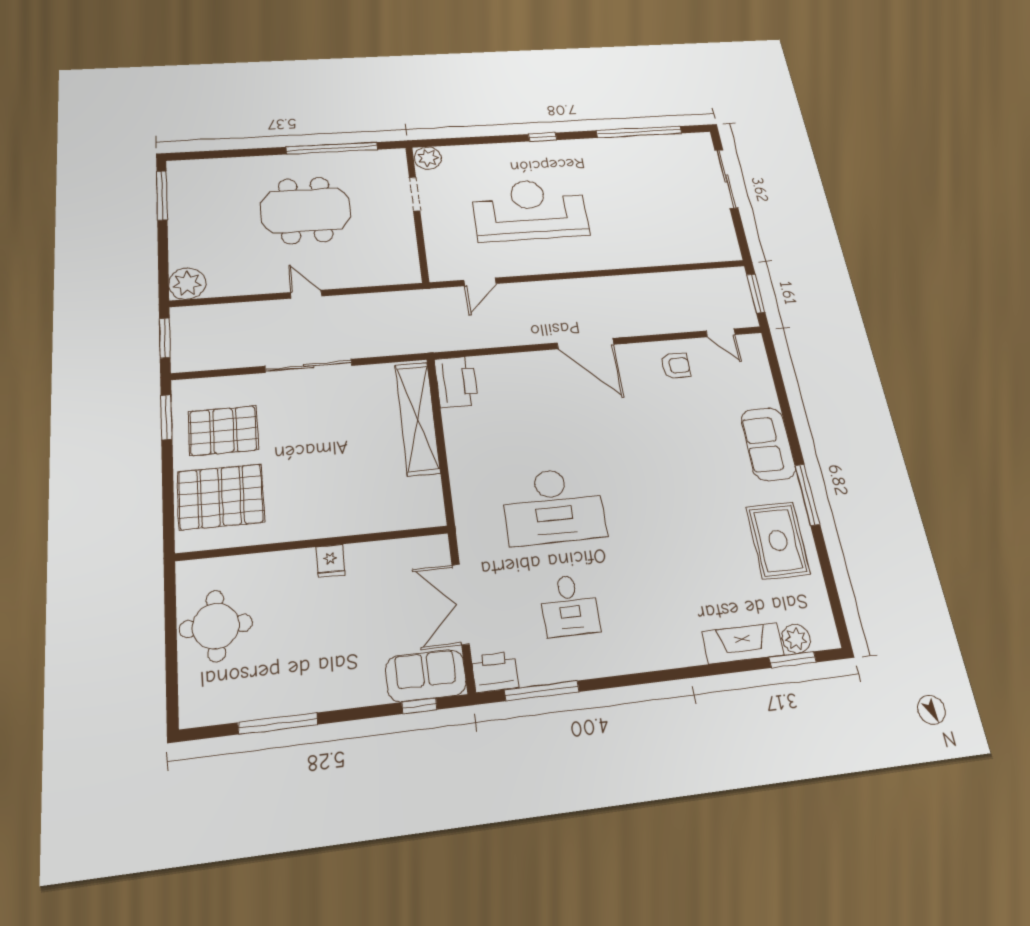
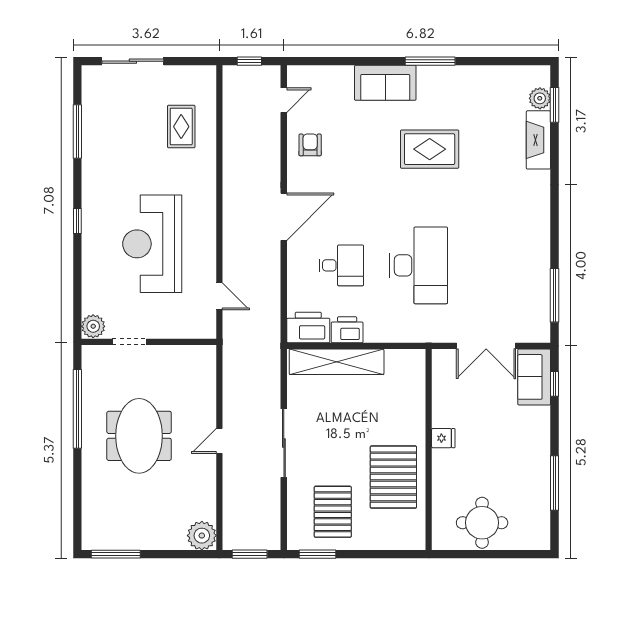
window: (639, 132) -> (77, 131), width x0.68
rug: (667, 230) -> (181, 127), added
window: (756, 293) -> (249, 61), width x0.67
pallet: (221, 497) -> (393, 477), moved
rug: (778, 540) -> (430, 149), moved
desk: (569, 605) -> (341, 265), moved
printer: (495, 672) -> (347, 330), moved, turned 90

